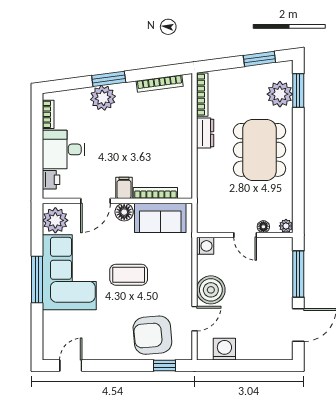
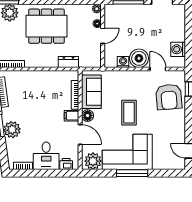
dresser: (205, 133) -> (68, 62), moved
washing machine: (205, 246) -> (123, 62), moved

